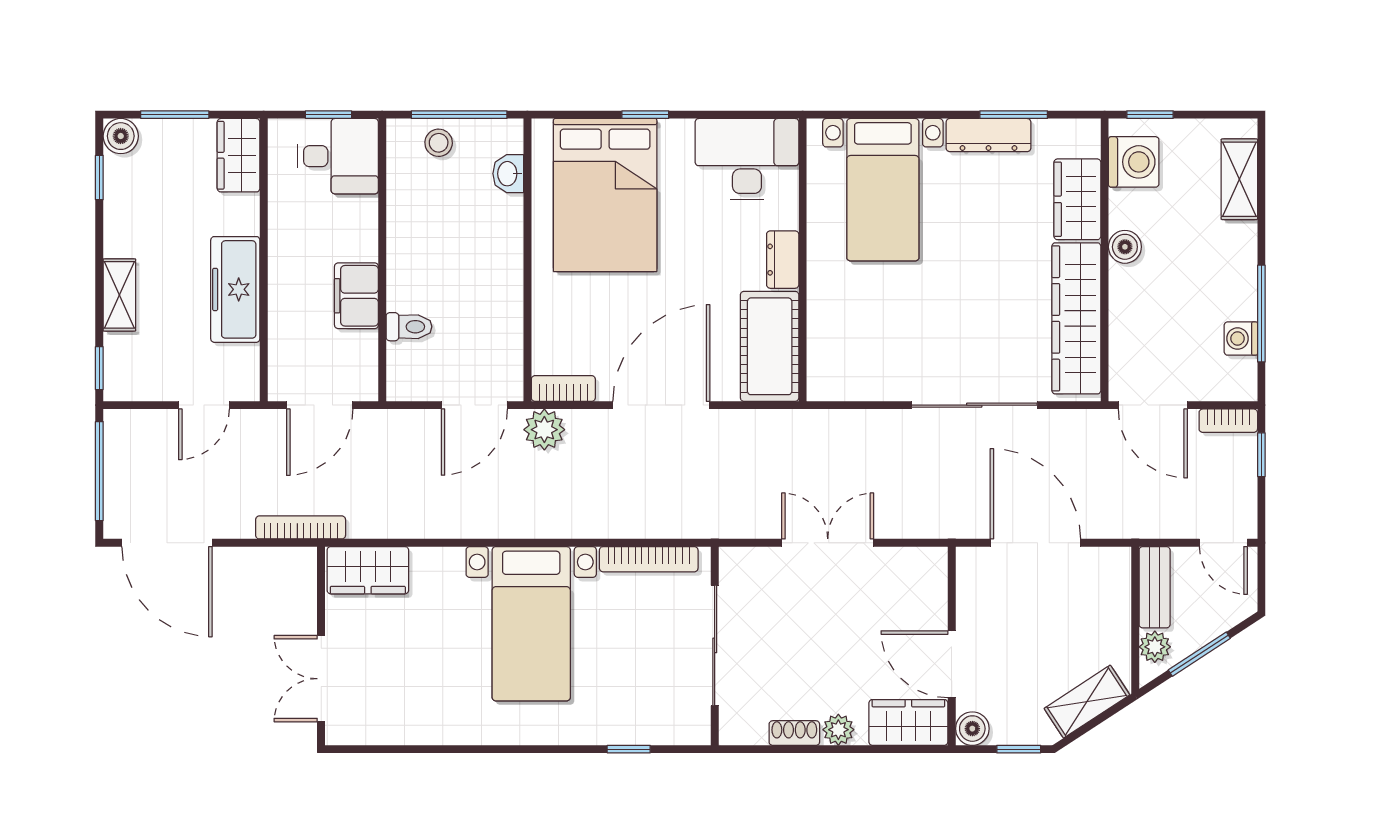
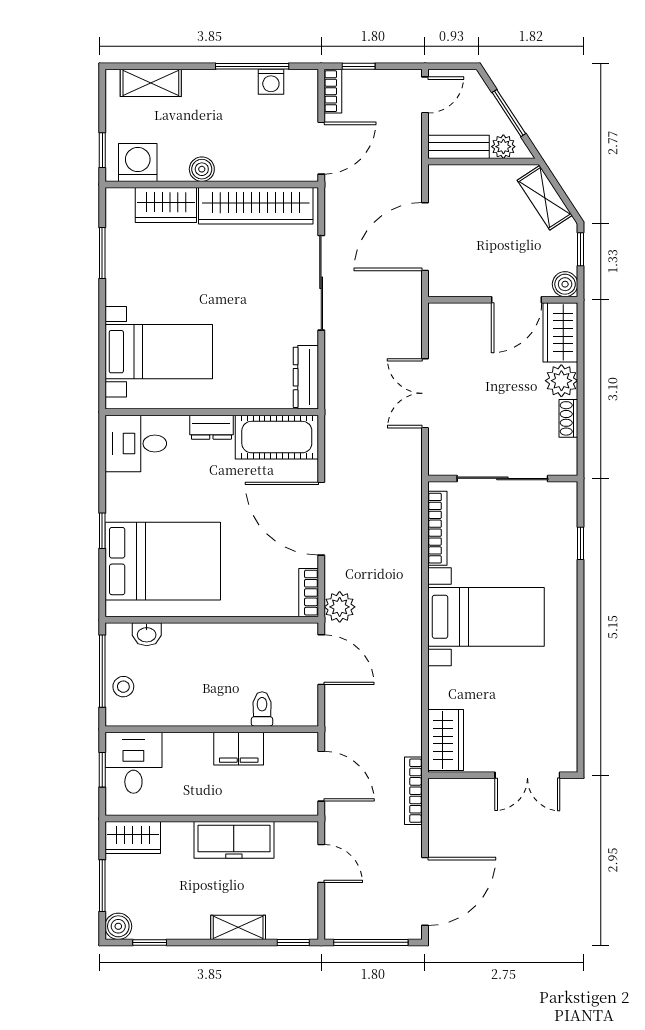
dresser: (988, 135) -> (306, 377), moved, turned 180
desk: (747, 159) -> (136, 444), width x0.73
plant: (838, 730) -> (561, 381), width x1.38, depth x1.38

